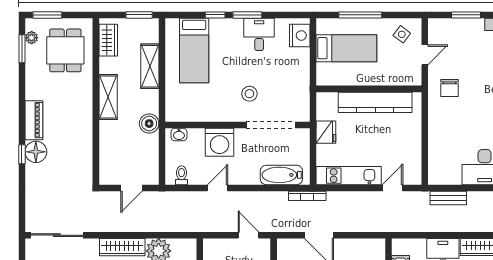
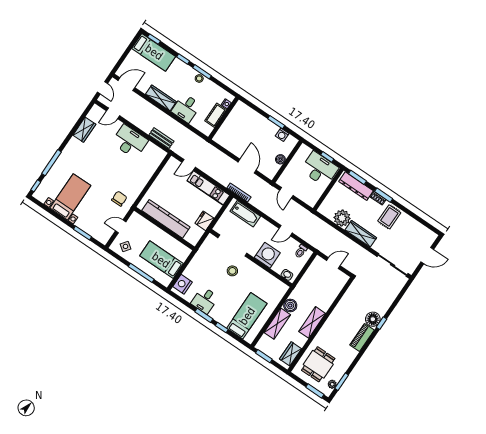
boiler: (149, 124) -> (290, 306), moved

